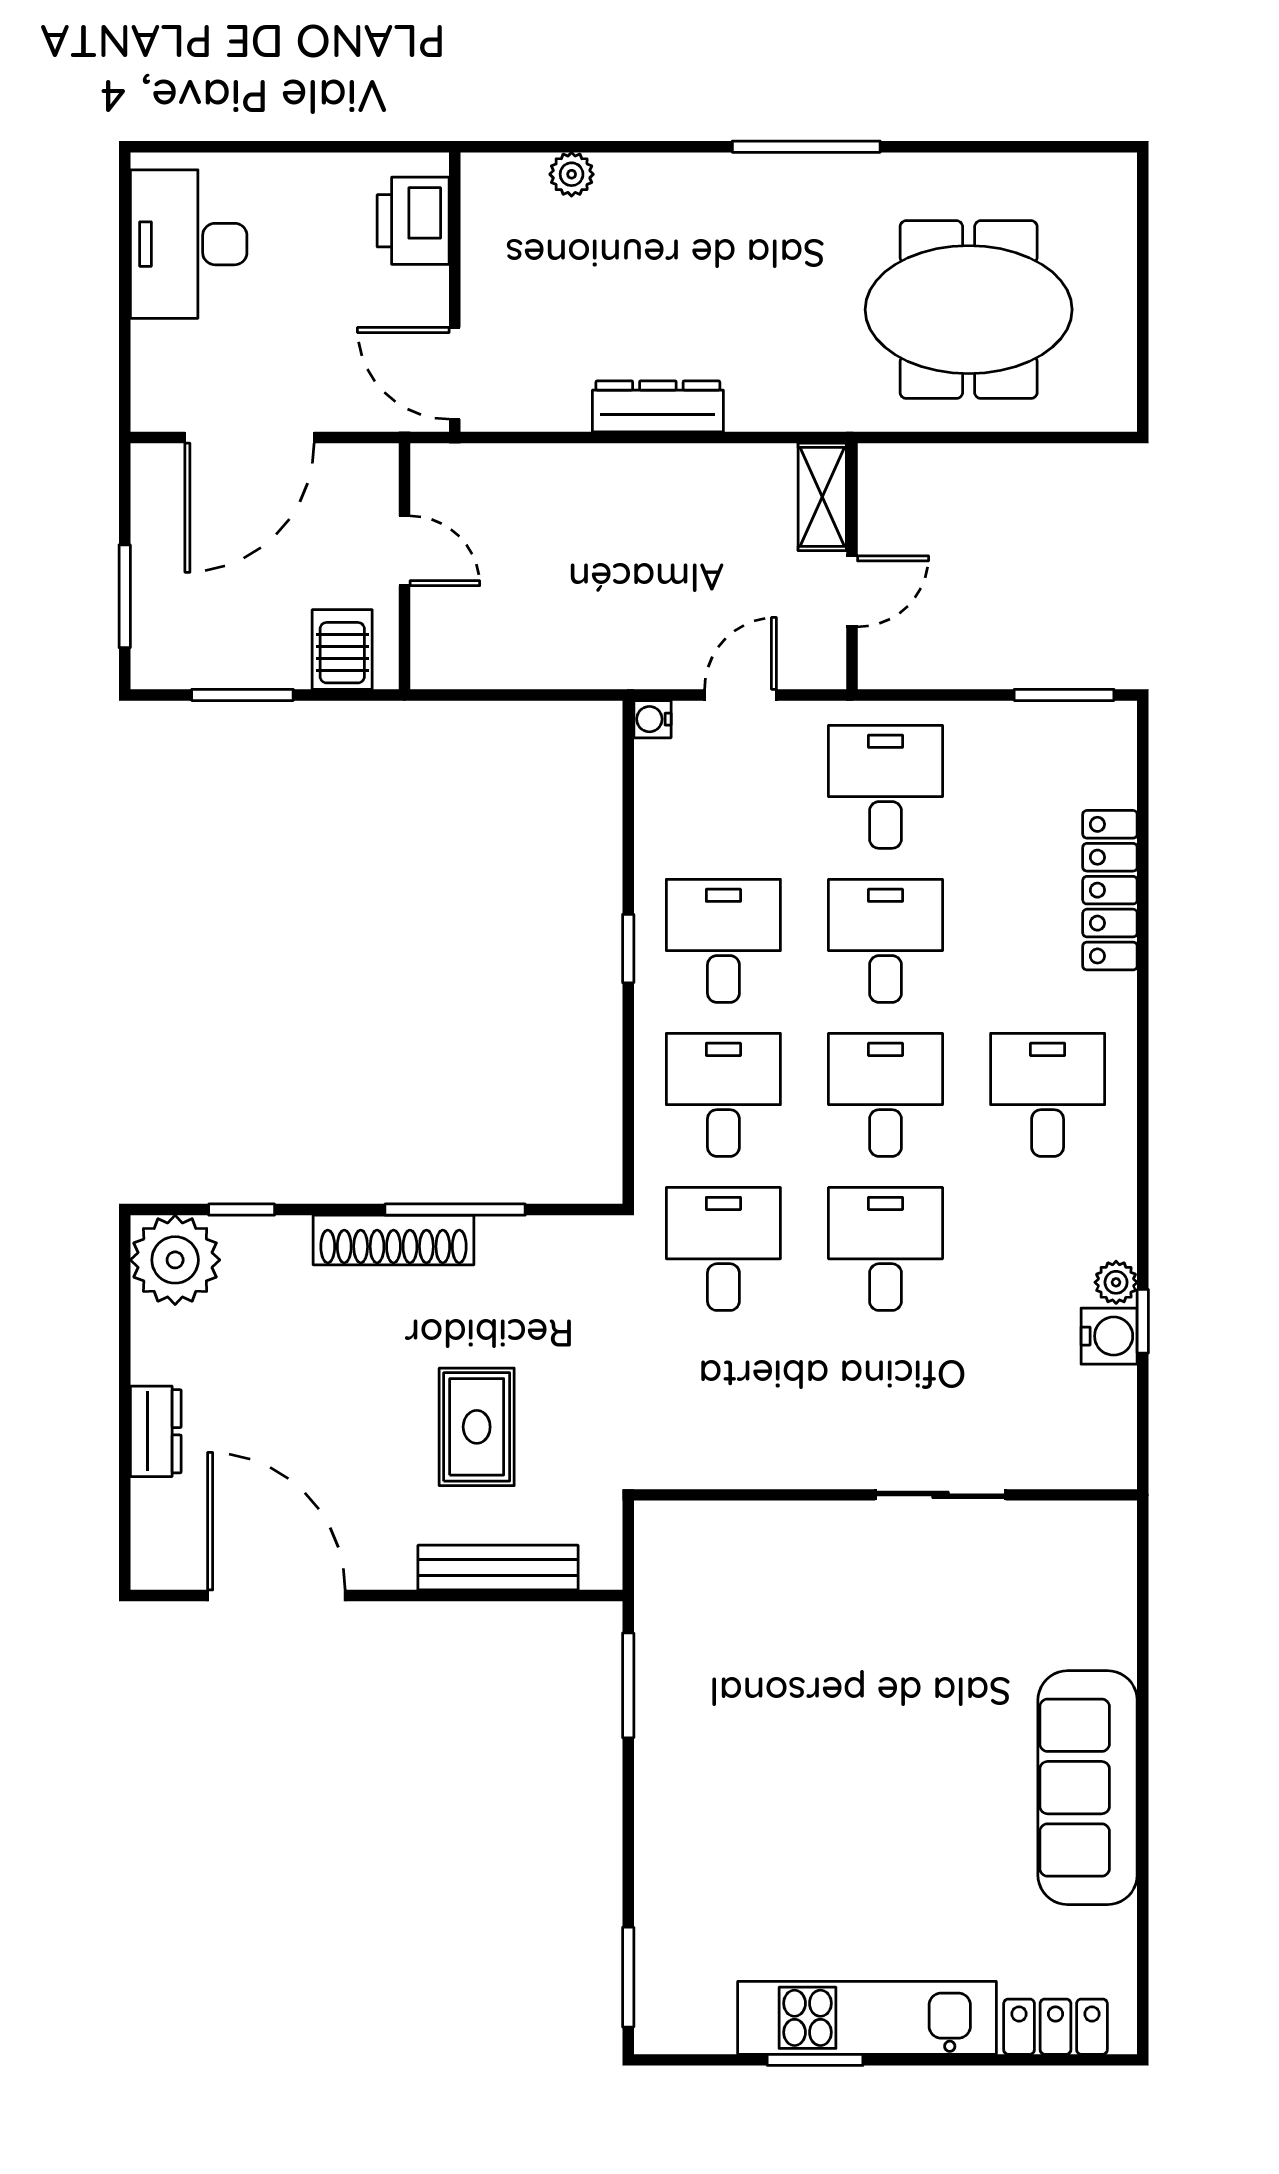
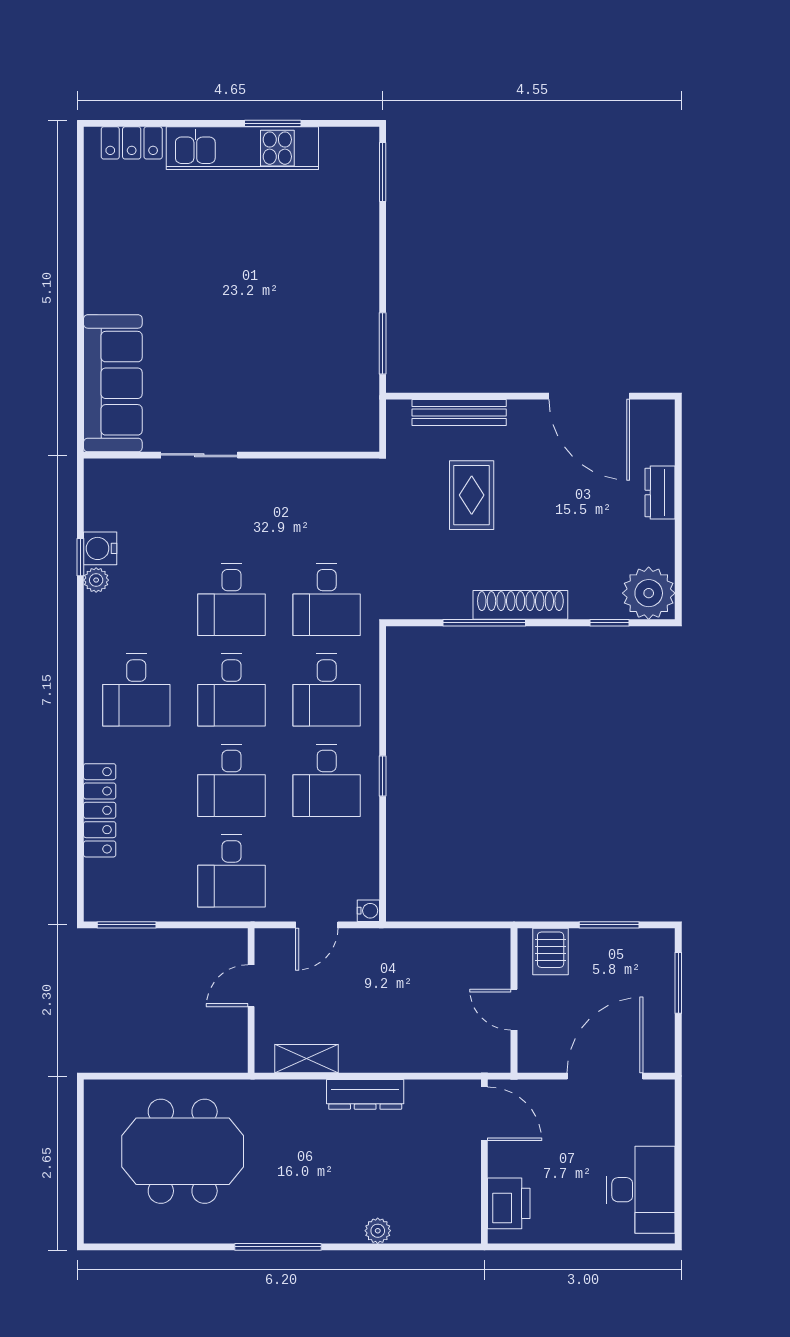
plant: (572, 174) -> (378, 1231), moved
shelving: (822, 497) -> (306, 1059), moved, turned 90
sofa: (1088, 1788) -> (113, 383), moved

